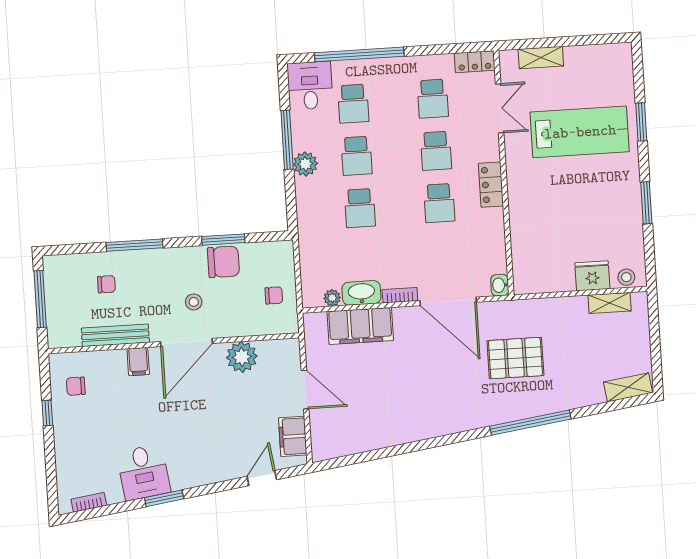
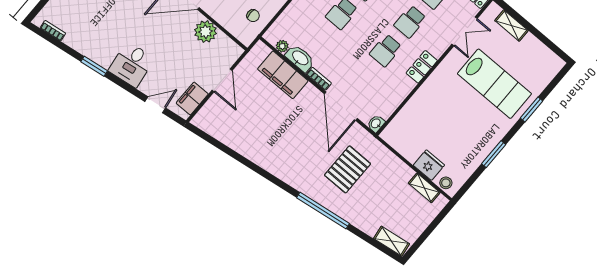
pallet: (515, 358) -> (348, 169), turned 90
desk: (143, 472) -> (131, 64), moved

